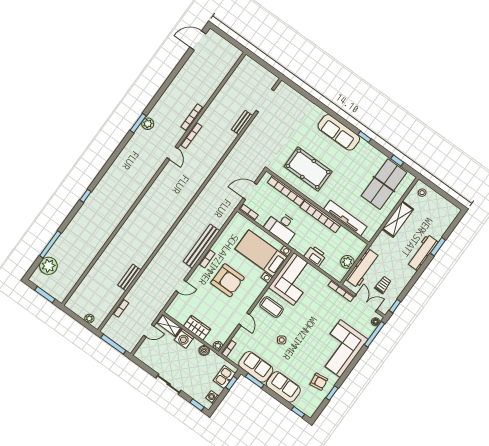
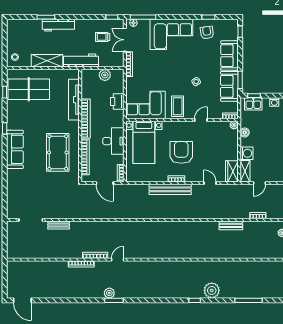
plant: (48, 266) -> (212, 290), moved
workbench: (363, 268) -> (81, 60), moved
wardrobe: (197, 328) -> (232, 171), moved
door: (149, 331) -> (259, 183), swing flipped

